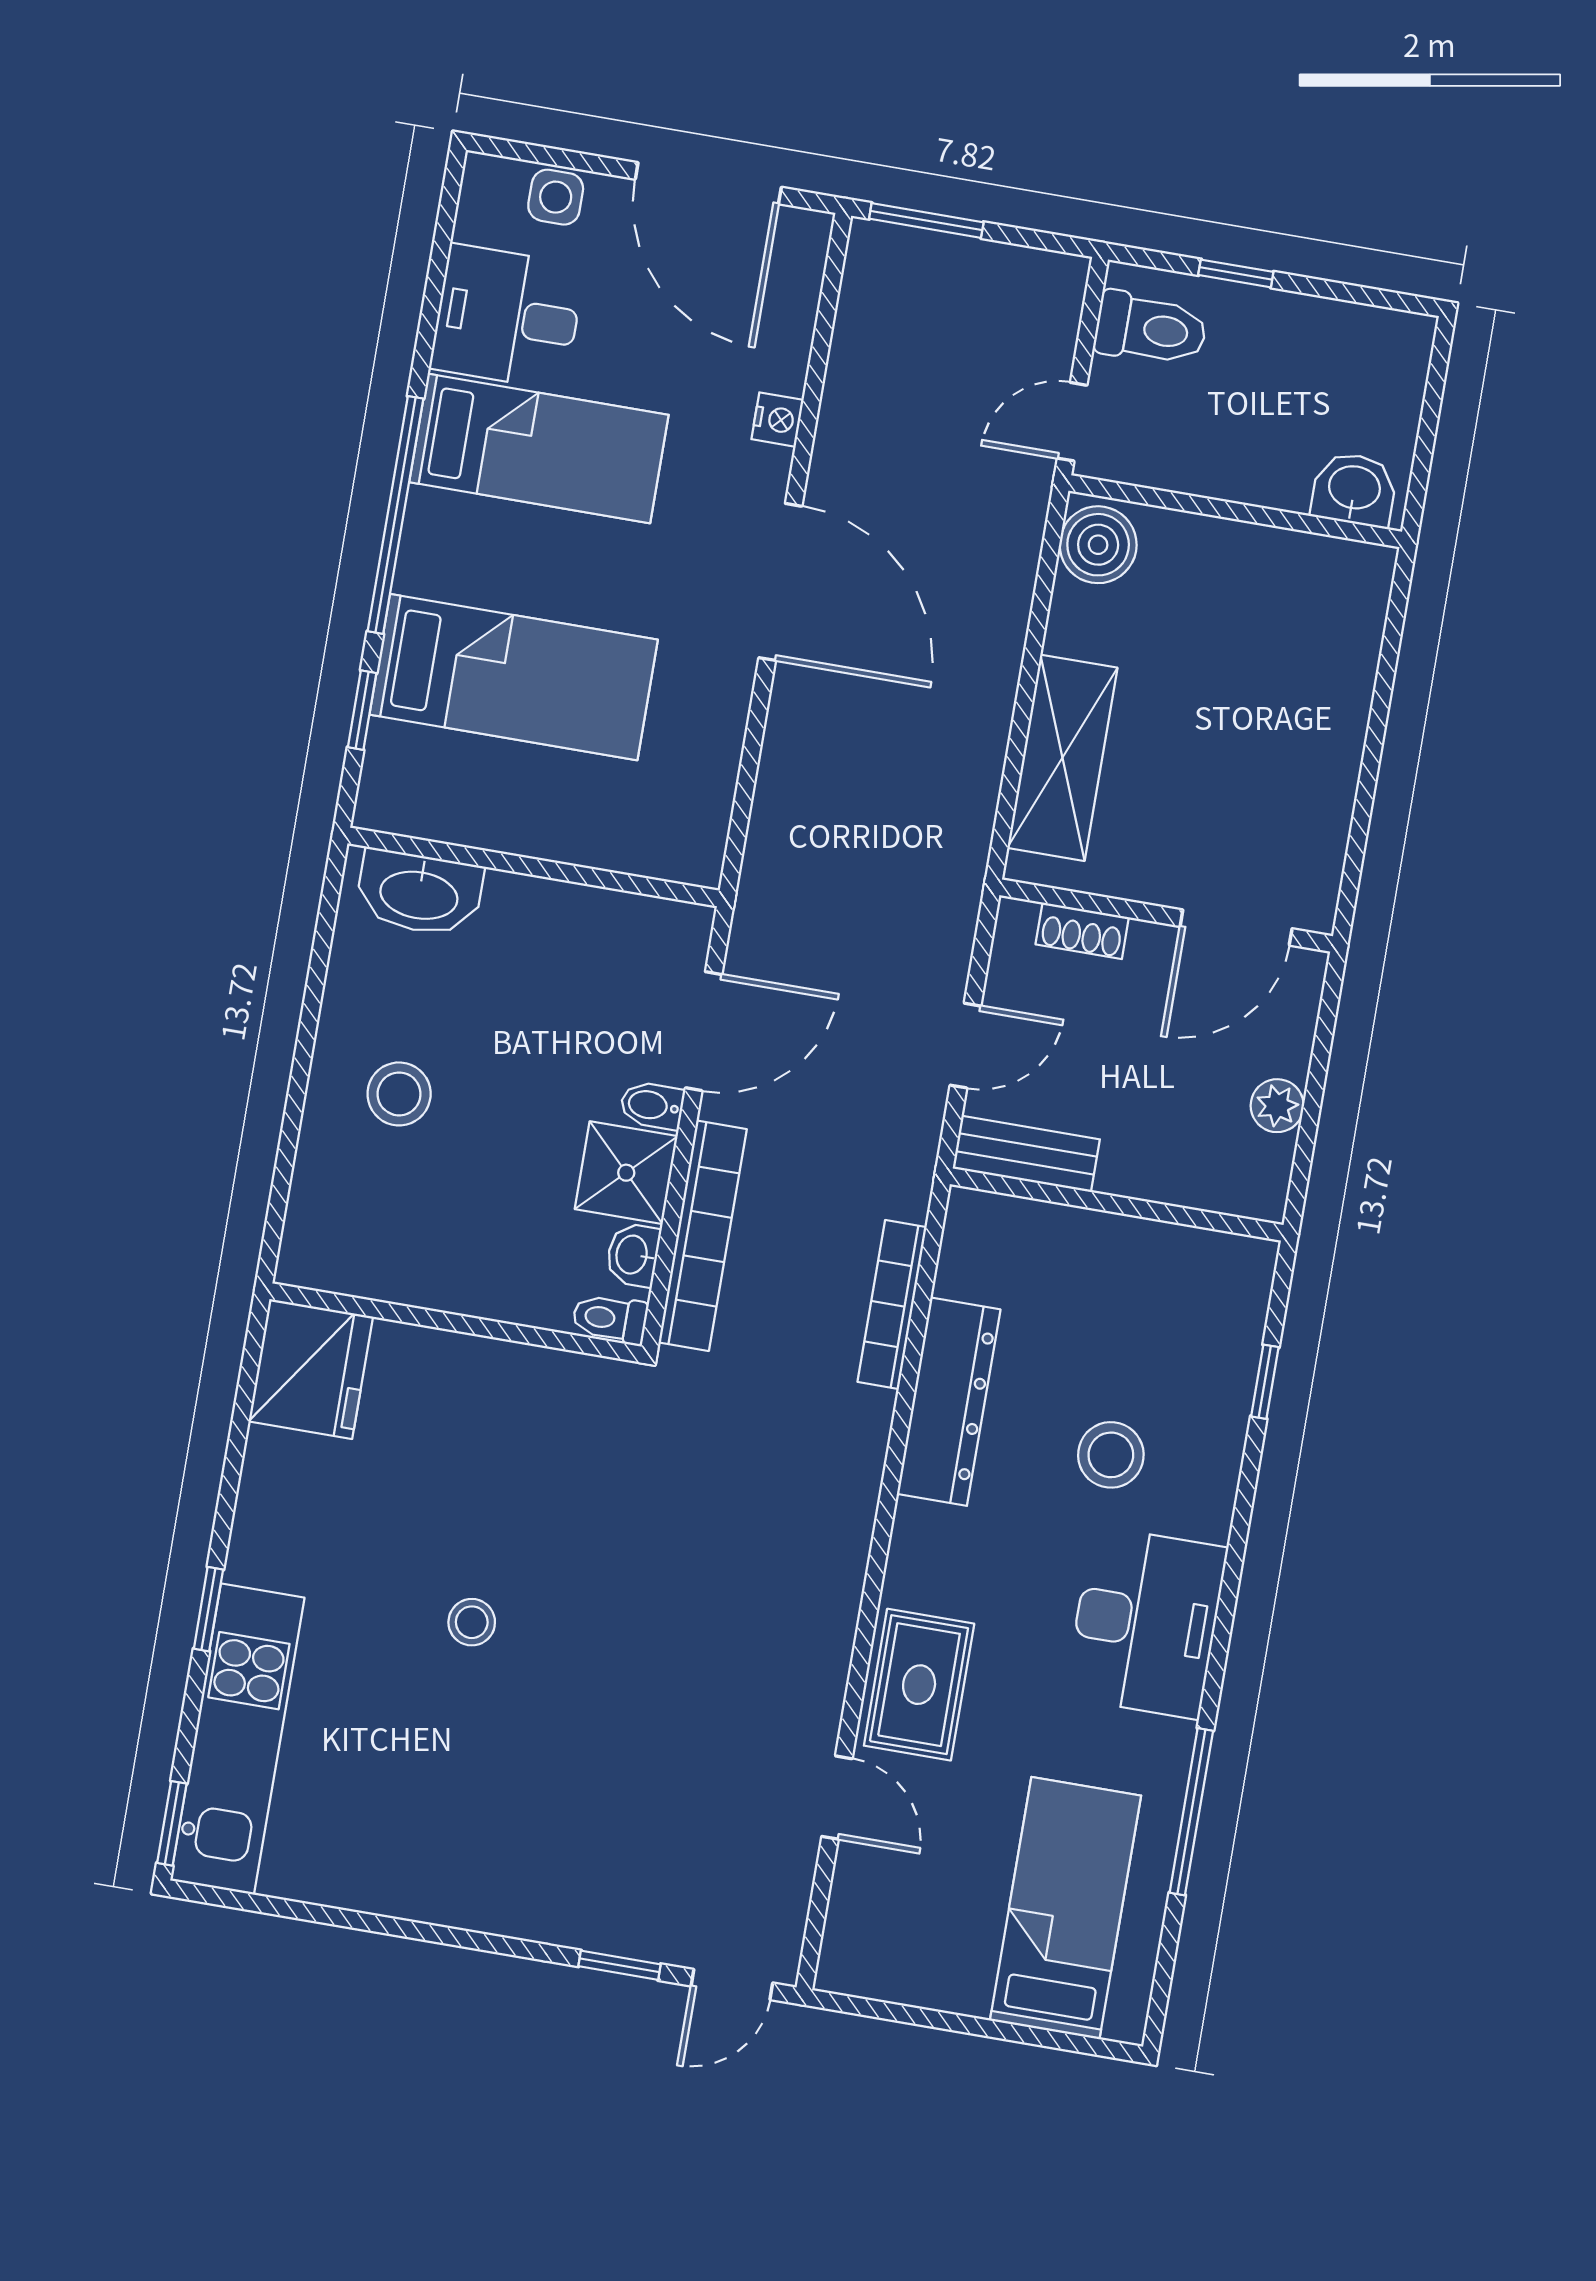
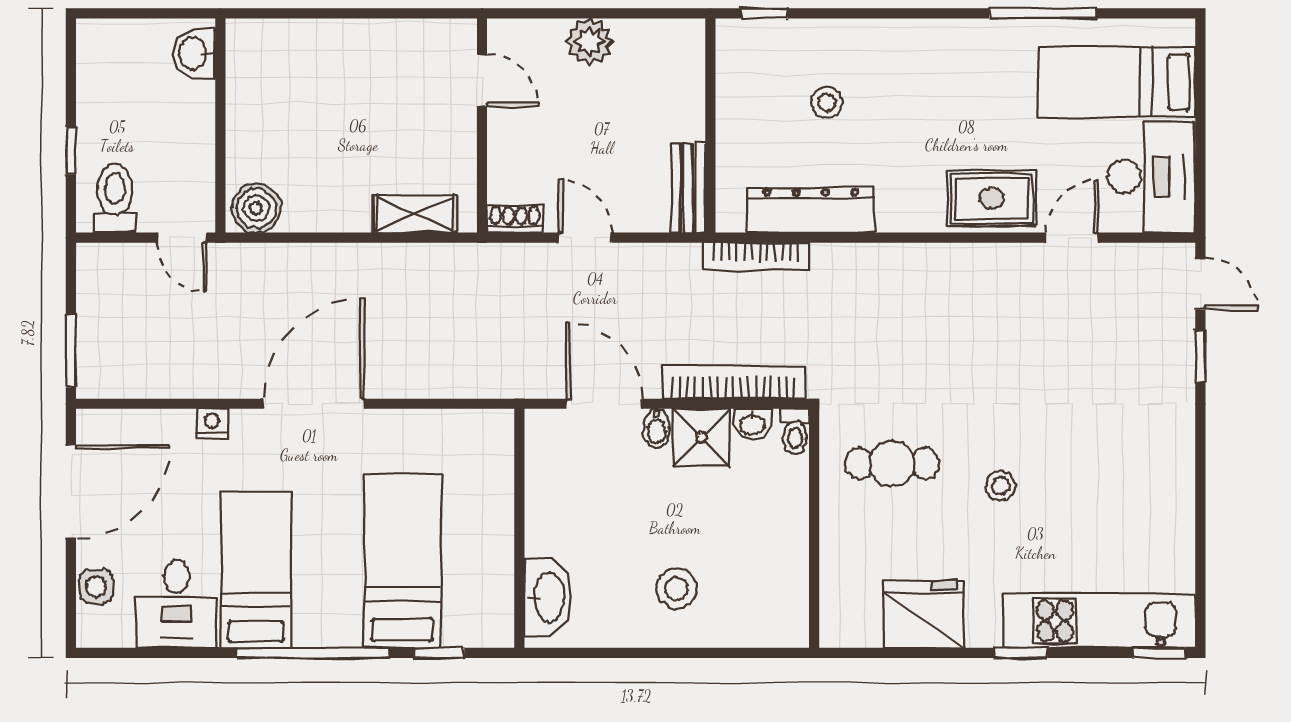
shelving: (1062, 758) -> (415, 214), width x0.67, depth x0.75
door: (1236, 928) -> (482, 80), width x0.73
shoe rack: (1082, 931) -> (515, 219), moved, turned -90
plant: (1277, 1106) -> (589, 42), width x1.38, depth x1.38
bench: (1026, 1154) -> (688, 188), moved
wall: (1117, 1205) -> (710, 126), moved
fridge: (311, 1369) -> (924, 614), moved
stool: (1111, 1455) -> (827, 102), width x0.73, depth x0.73
cafe table: (535, 1461) -> (892, 463), added
desk: (1146, 1622) -> (1151, 177), moved, turned 90

